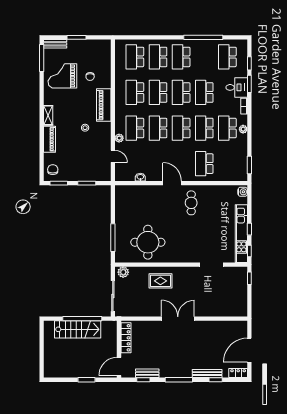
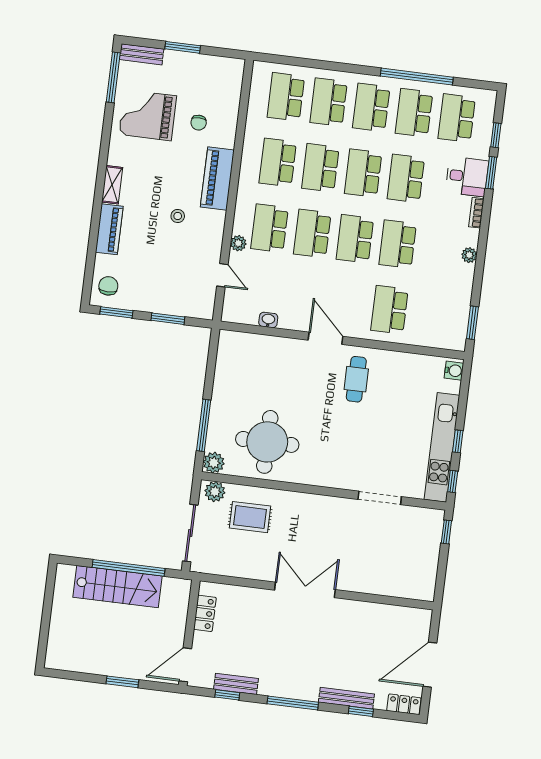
school desk: (227, 128) -> (414, 113), moved
plant: (121, 257) -> (214, 463), added
rug: (160, 281) -> (250, 517), moved
locker: (126, 338) -> (205, 613), width x0.66

